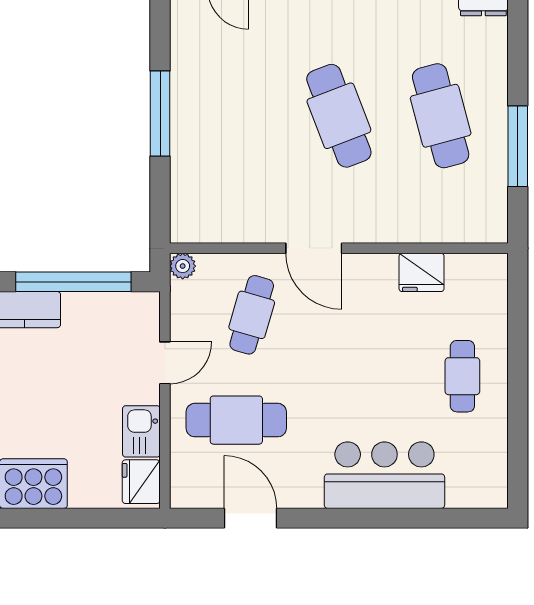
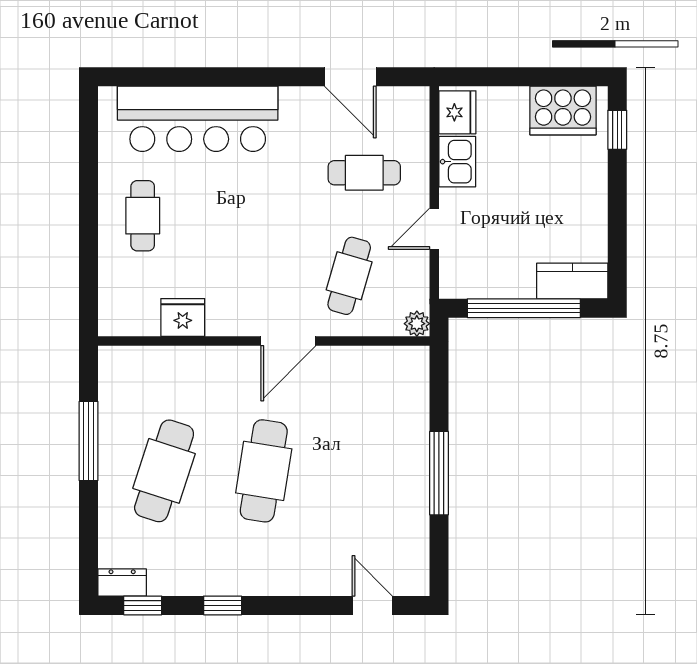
cafe table: (339, 116) -> (264, 471), turned 30
cafe table: (441, 116) -> (164, 471), turned 33
door: (314, 248) -> (288, 341), swing flipped
cafe table: (236, 420) -> (364, 173), width x0.73, depth x0.74
bar counter: (384, 475) -> (198, 119), width x1.36

